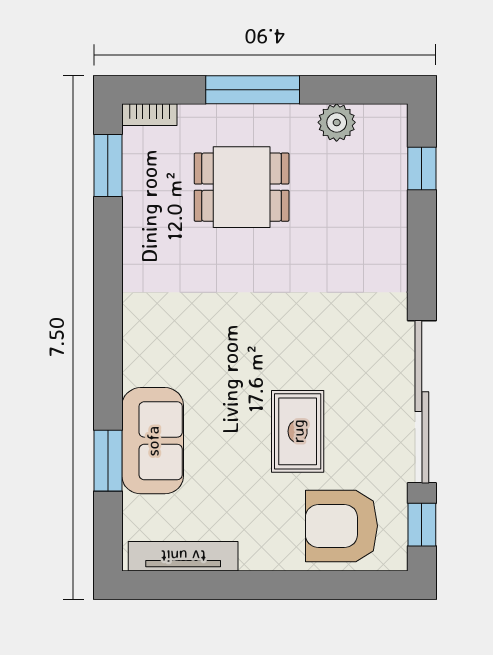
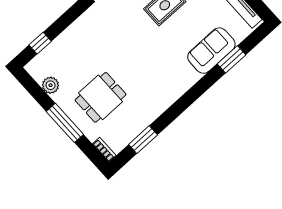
window: (108, 166) -> (143, 140), moved
dining table: (242, 187) -> (101, 97), turned 90

